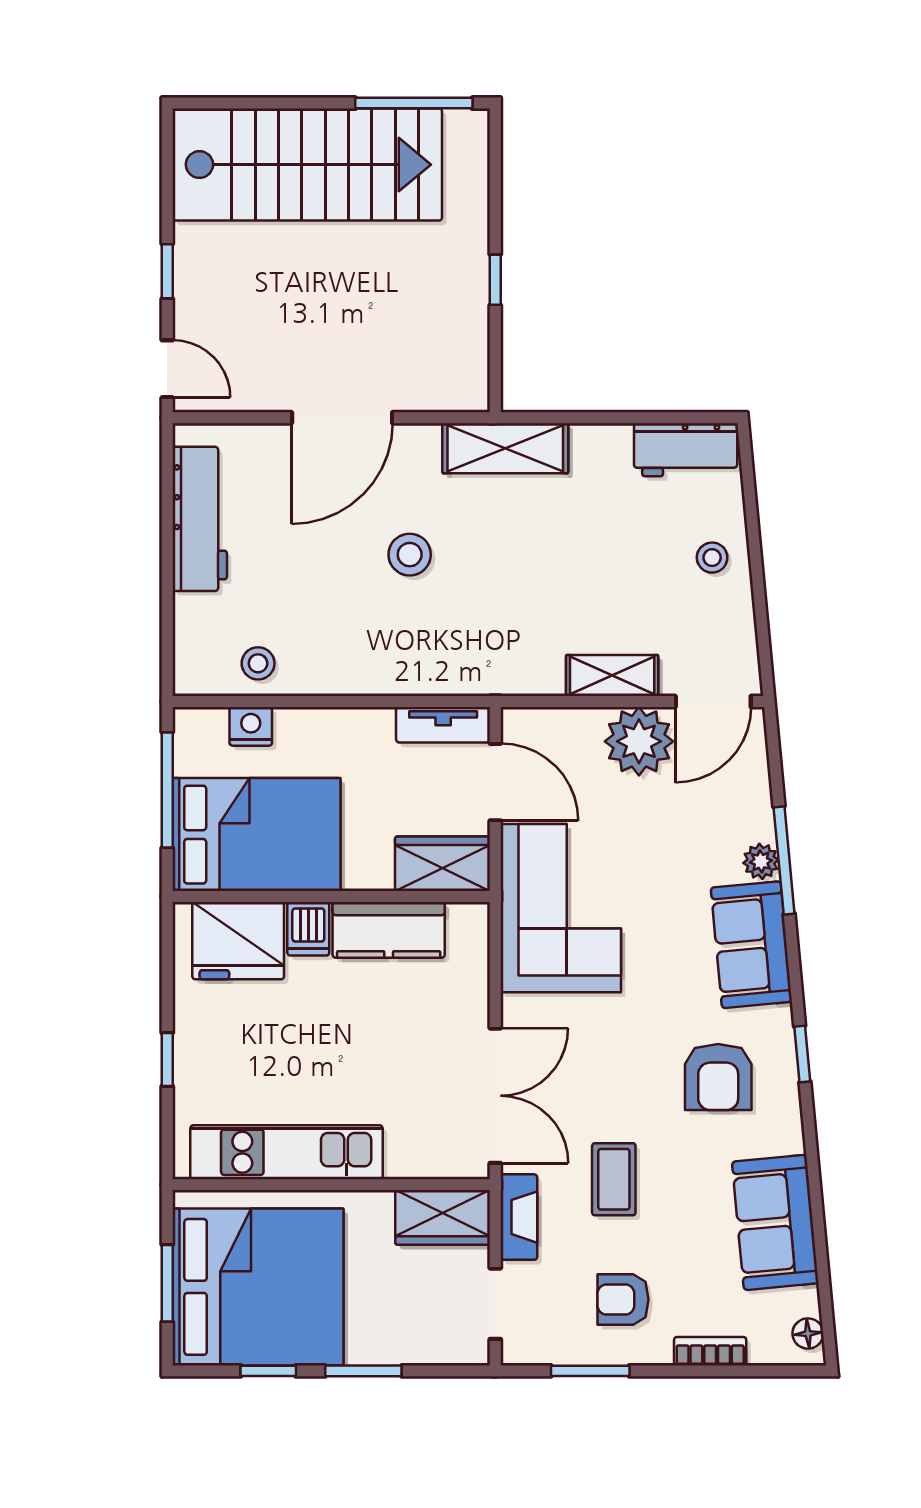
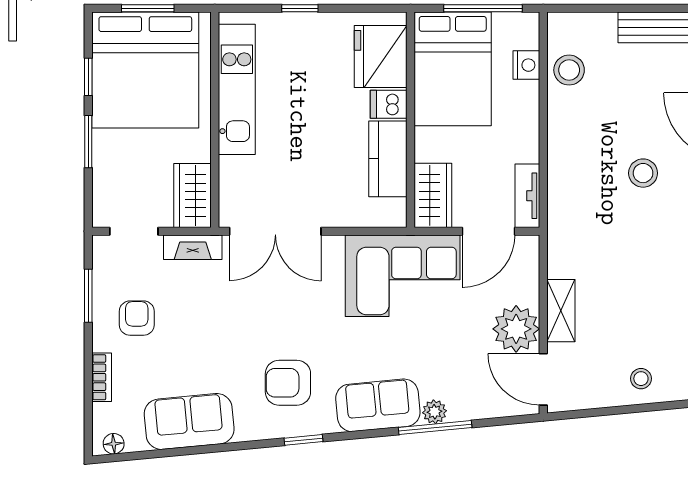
stool: (258, 663) -> (569, 70), width x1.37, depth x1.37
coffee table: (614, 1179) -> (218, 312), removed

